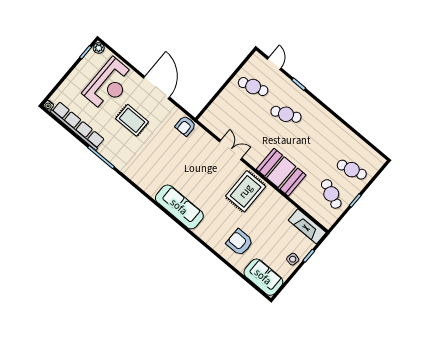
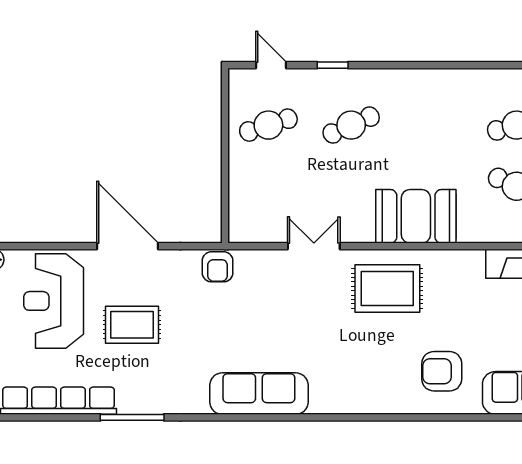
reception desk: (109, 85) -> (54, 301), turned 180
rug: (246, 191) -> (387, 288), turned 90
sofa: (179, 207) -> (259, 394), moved

